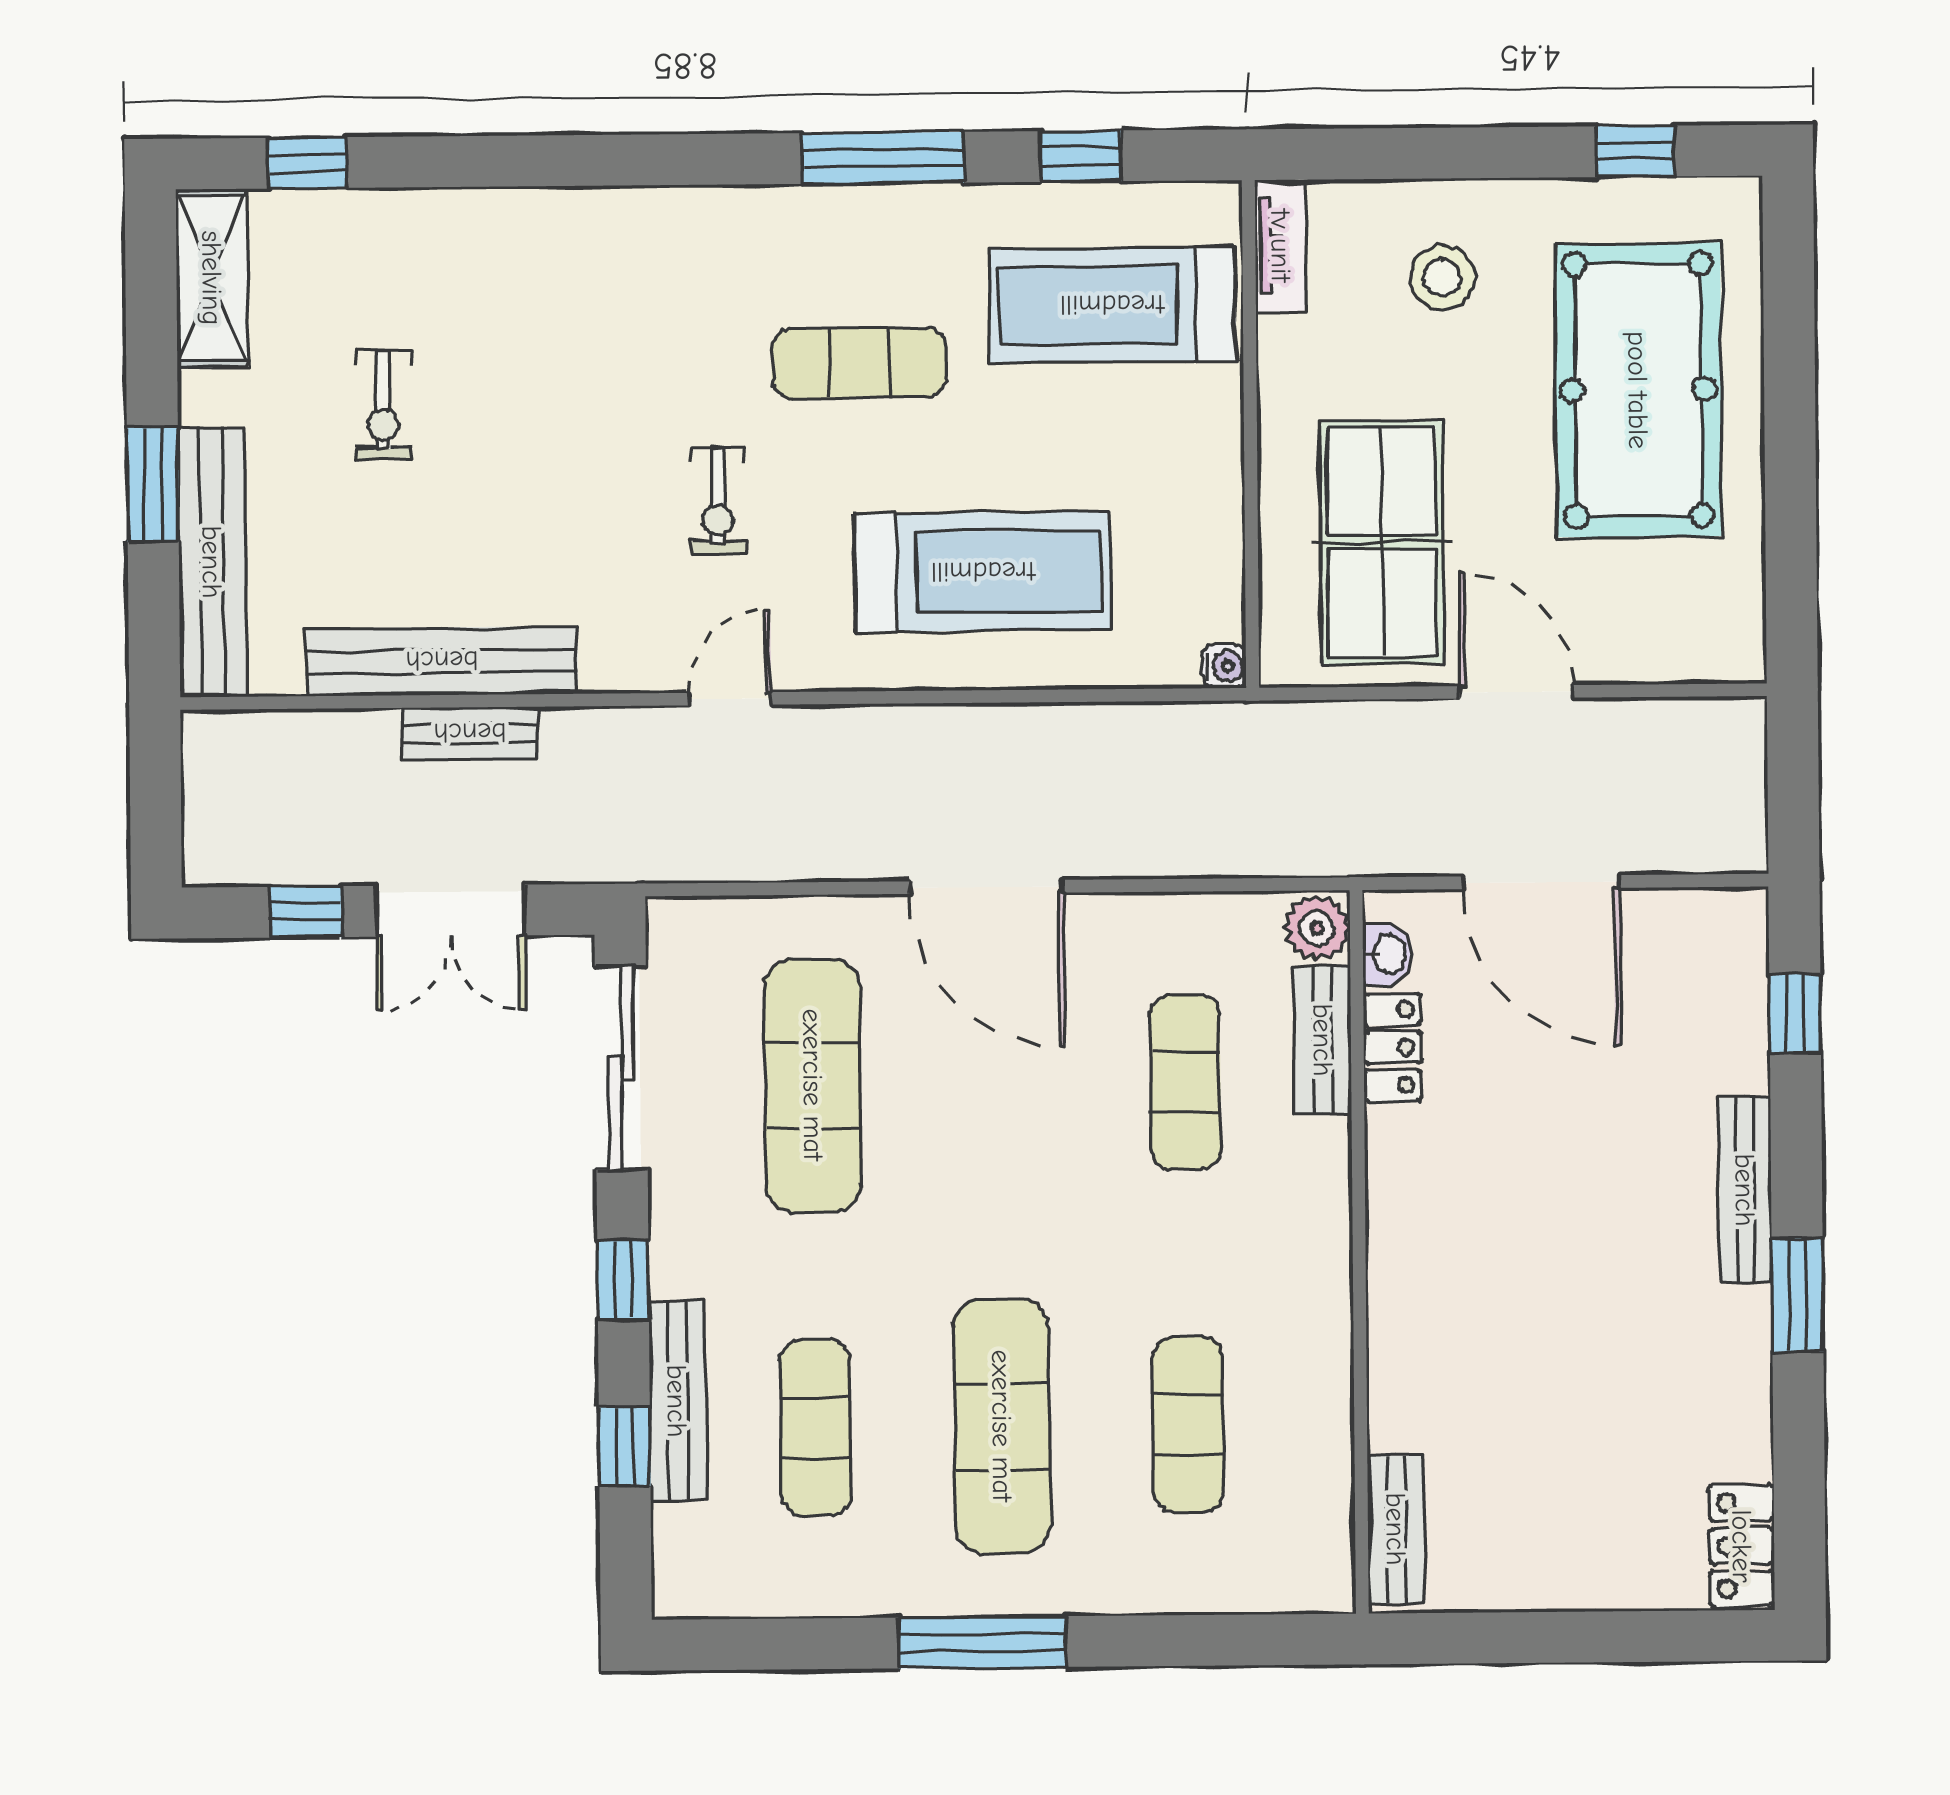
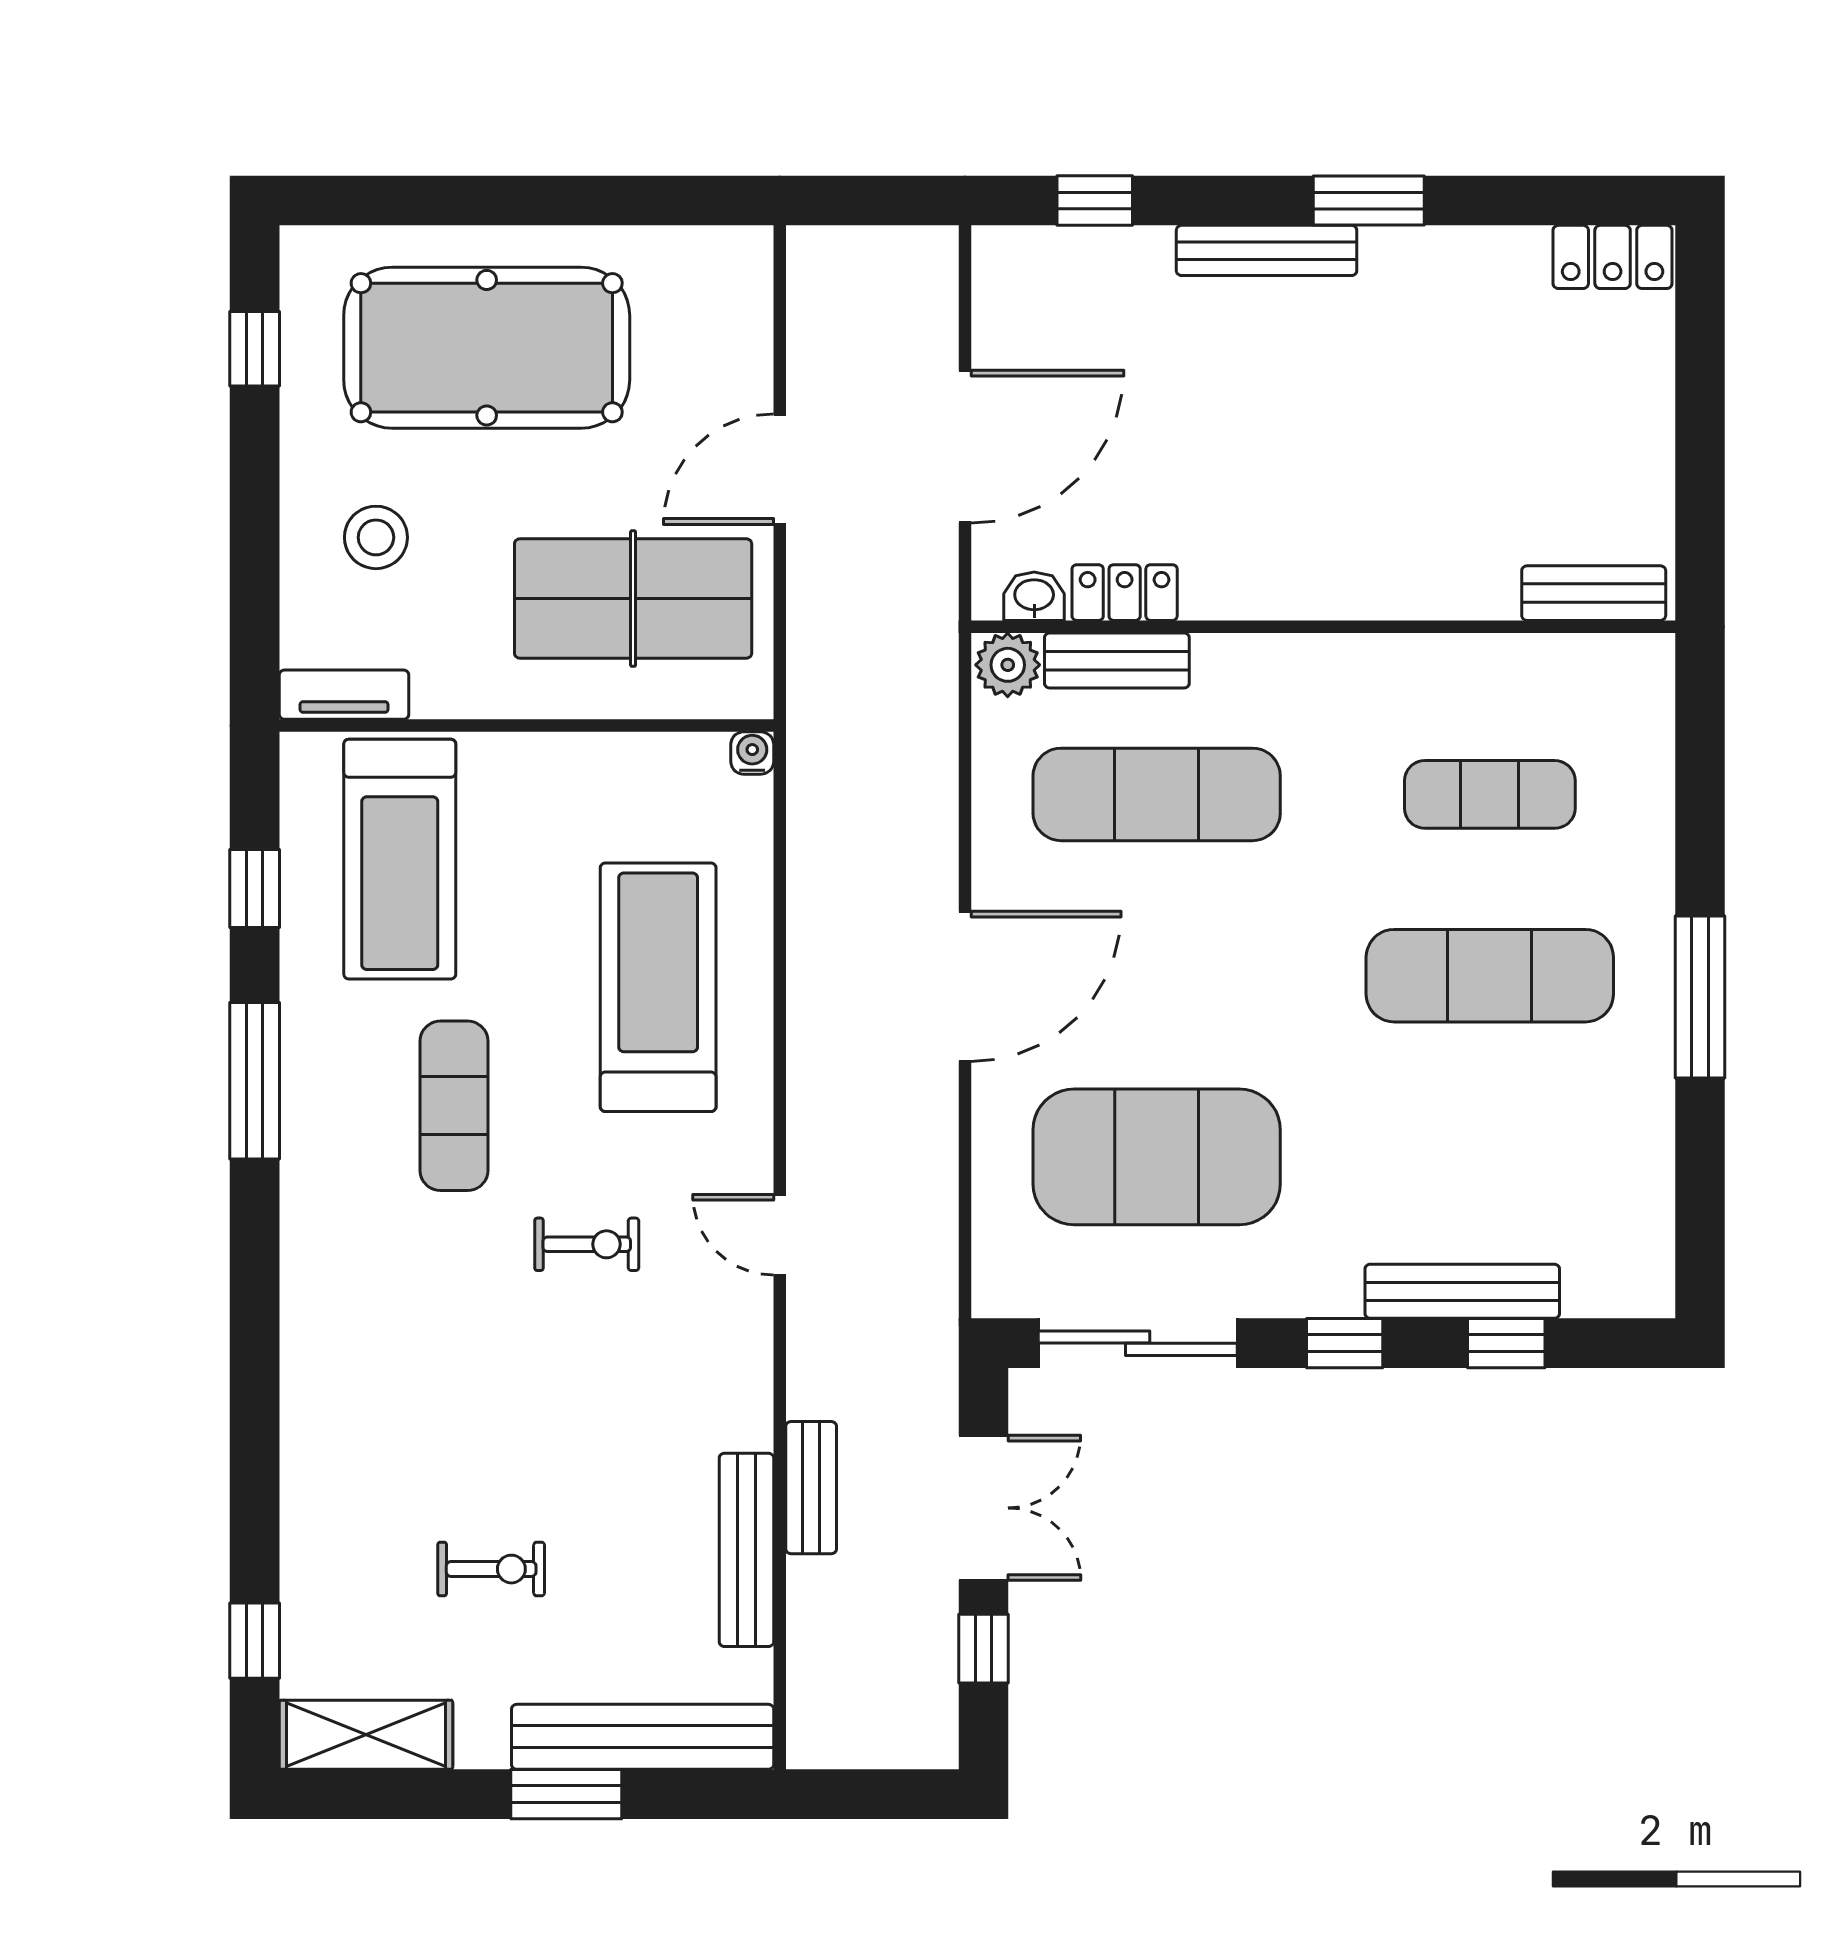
bench: (442, 661) -> (746, 1550), width x0.73, depth x0.82
exercise mat: (1185, 1082) -> (1157, 794), width x1.36, depth x1.45
exercise mat: (813, 1085) -> (1157, 1157), width x1.47
exercise mat: (816, 1428) -> (1490, 1157), removed

